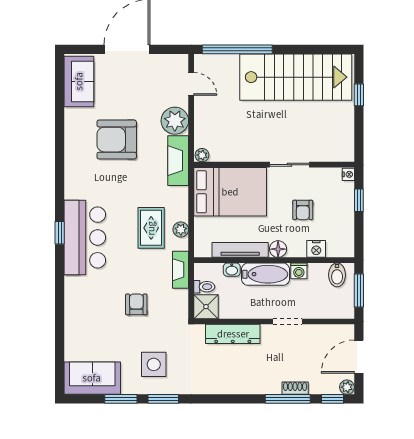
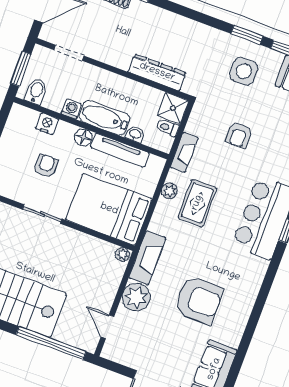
doorway: (288, 321) -> (69, 53), moved

